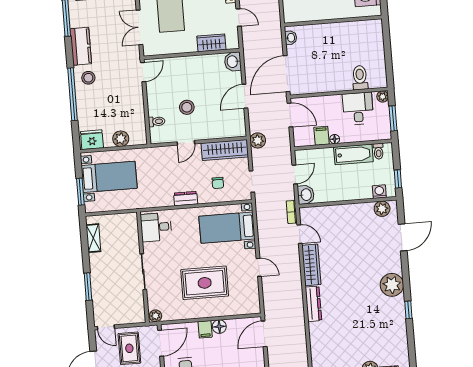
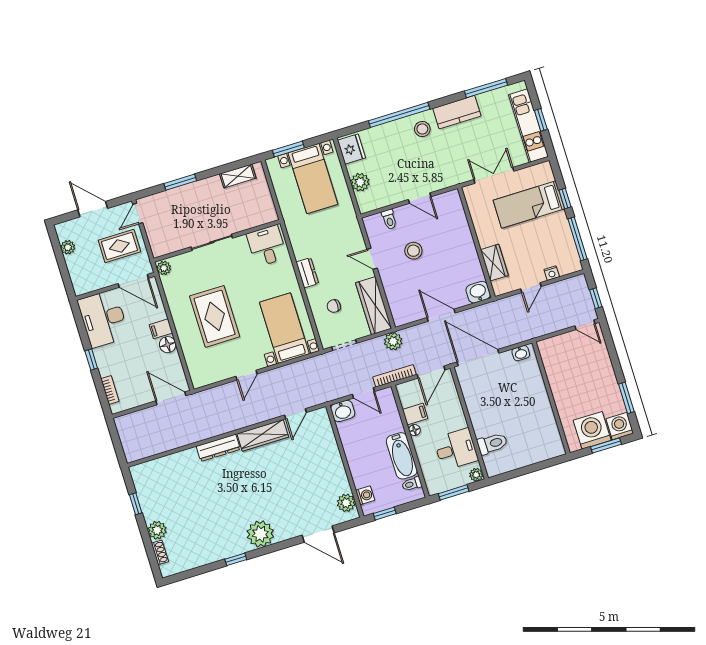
door: (143, 72) -> (420, 198), moved
bookcase: (292, 212) -> (394, 376), moved, width x1.56

